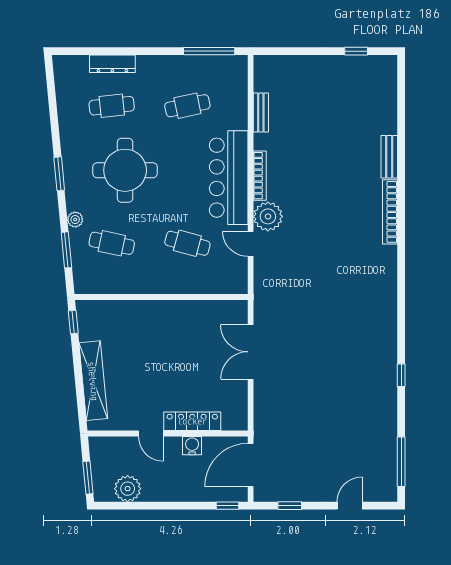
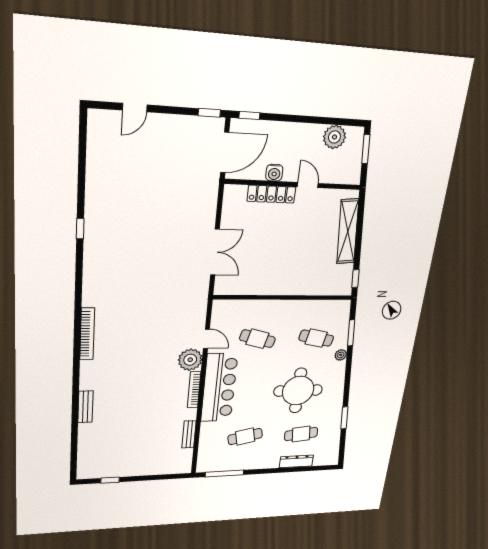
window: (59, 174) -> (344, 418), moved
bookcase: (390, 212) -> (87, 334), moved
window: (401, 462) -> (82, 148), removed
window: (290, 506) -> (209, 113), moved

